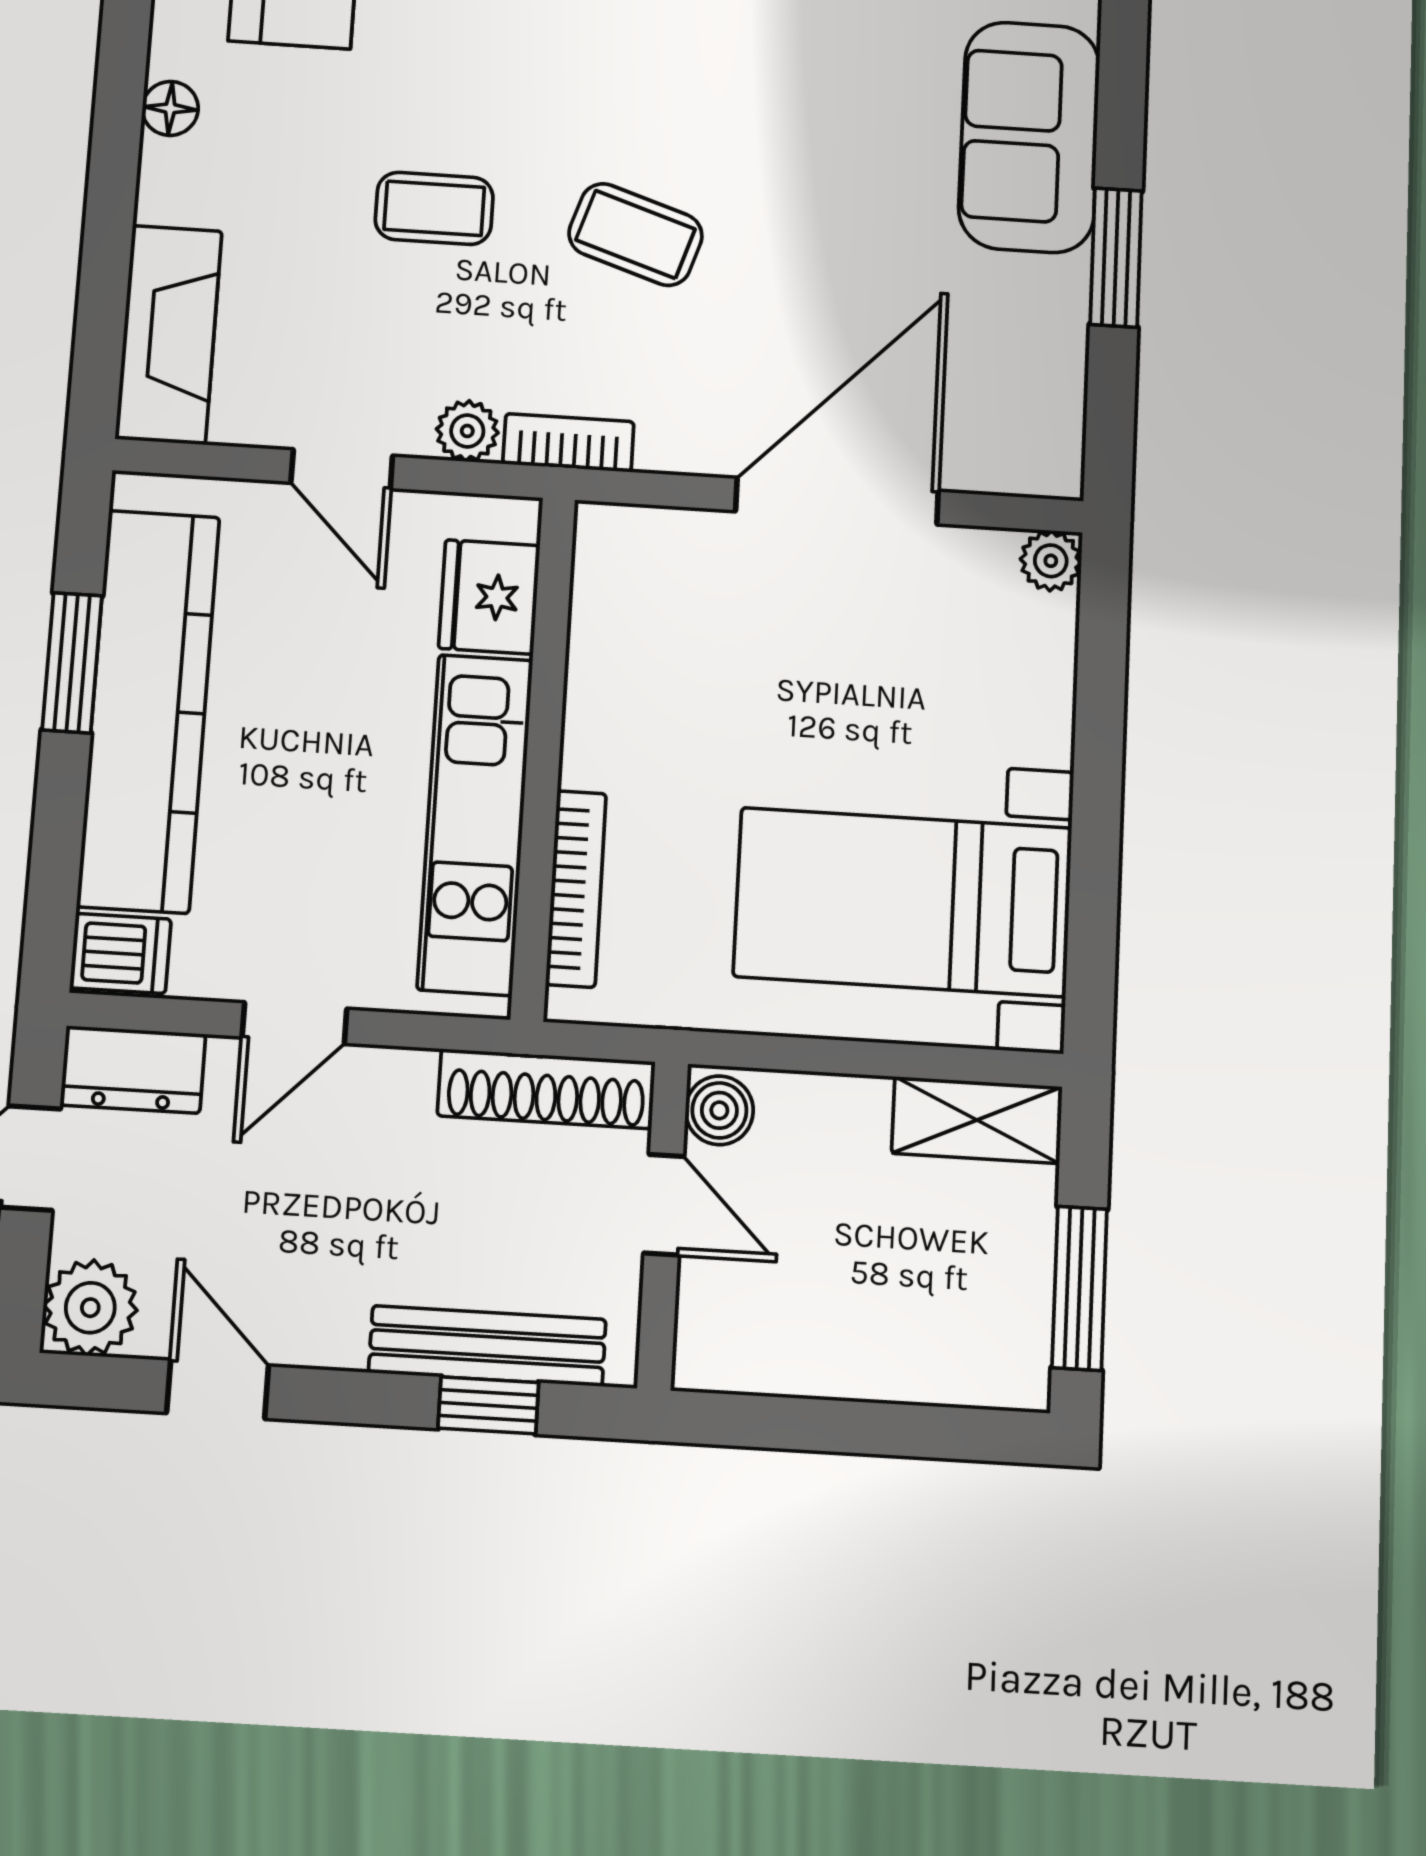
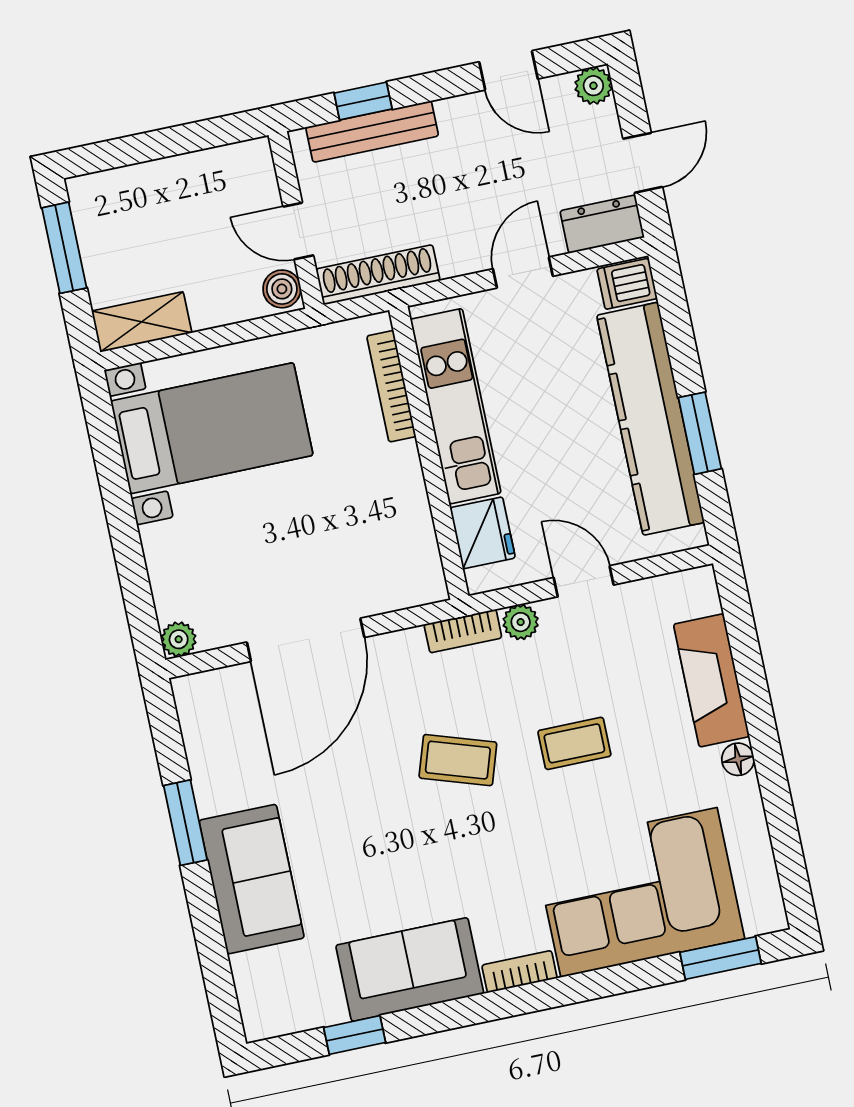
fireplace: (169, 335) -> (711, 680), moved
plant: (90, 1308) -> (593, 86), width x0.73, depth x0.73

